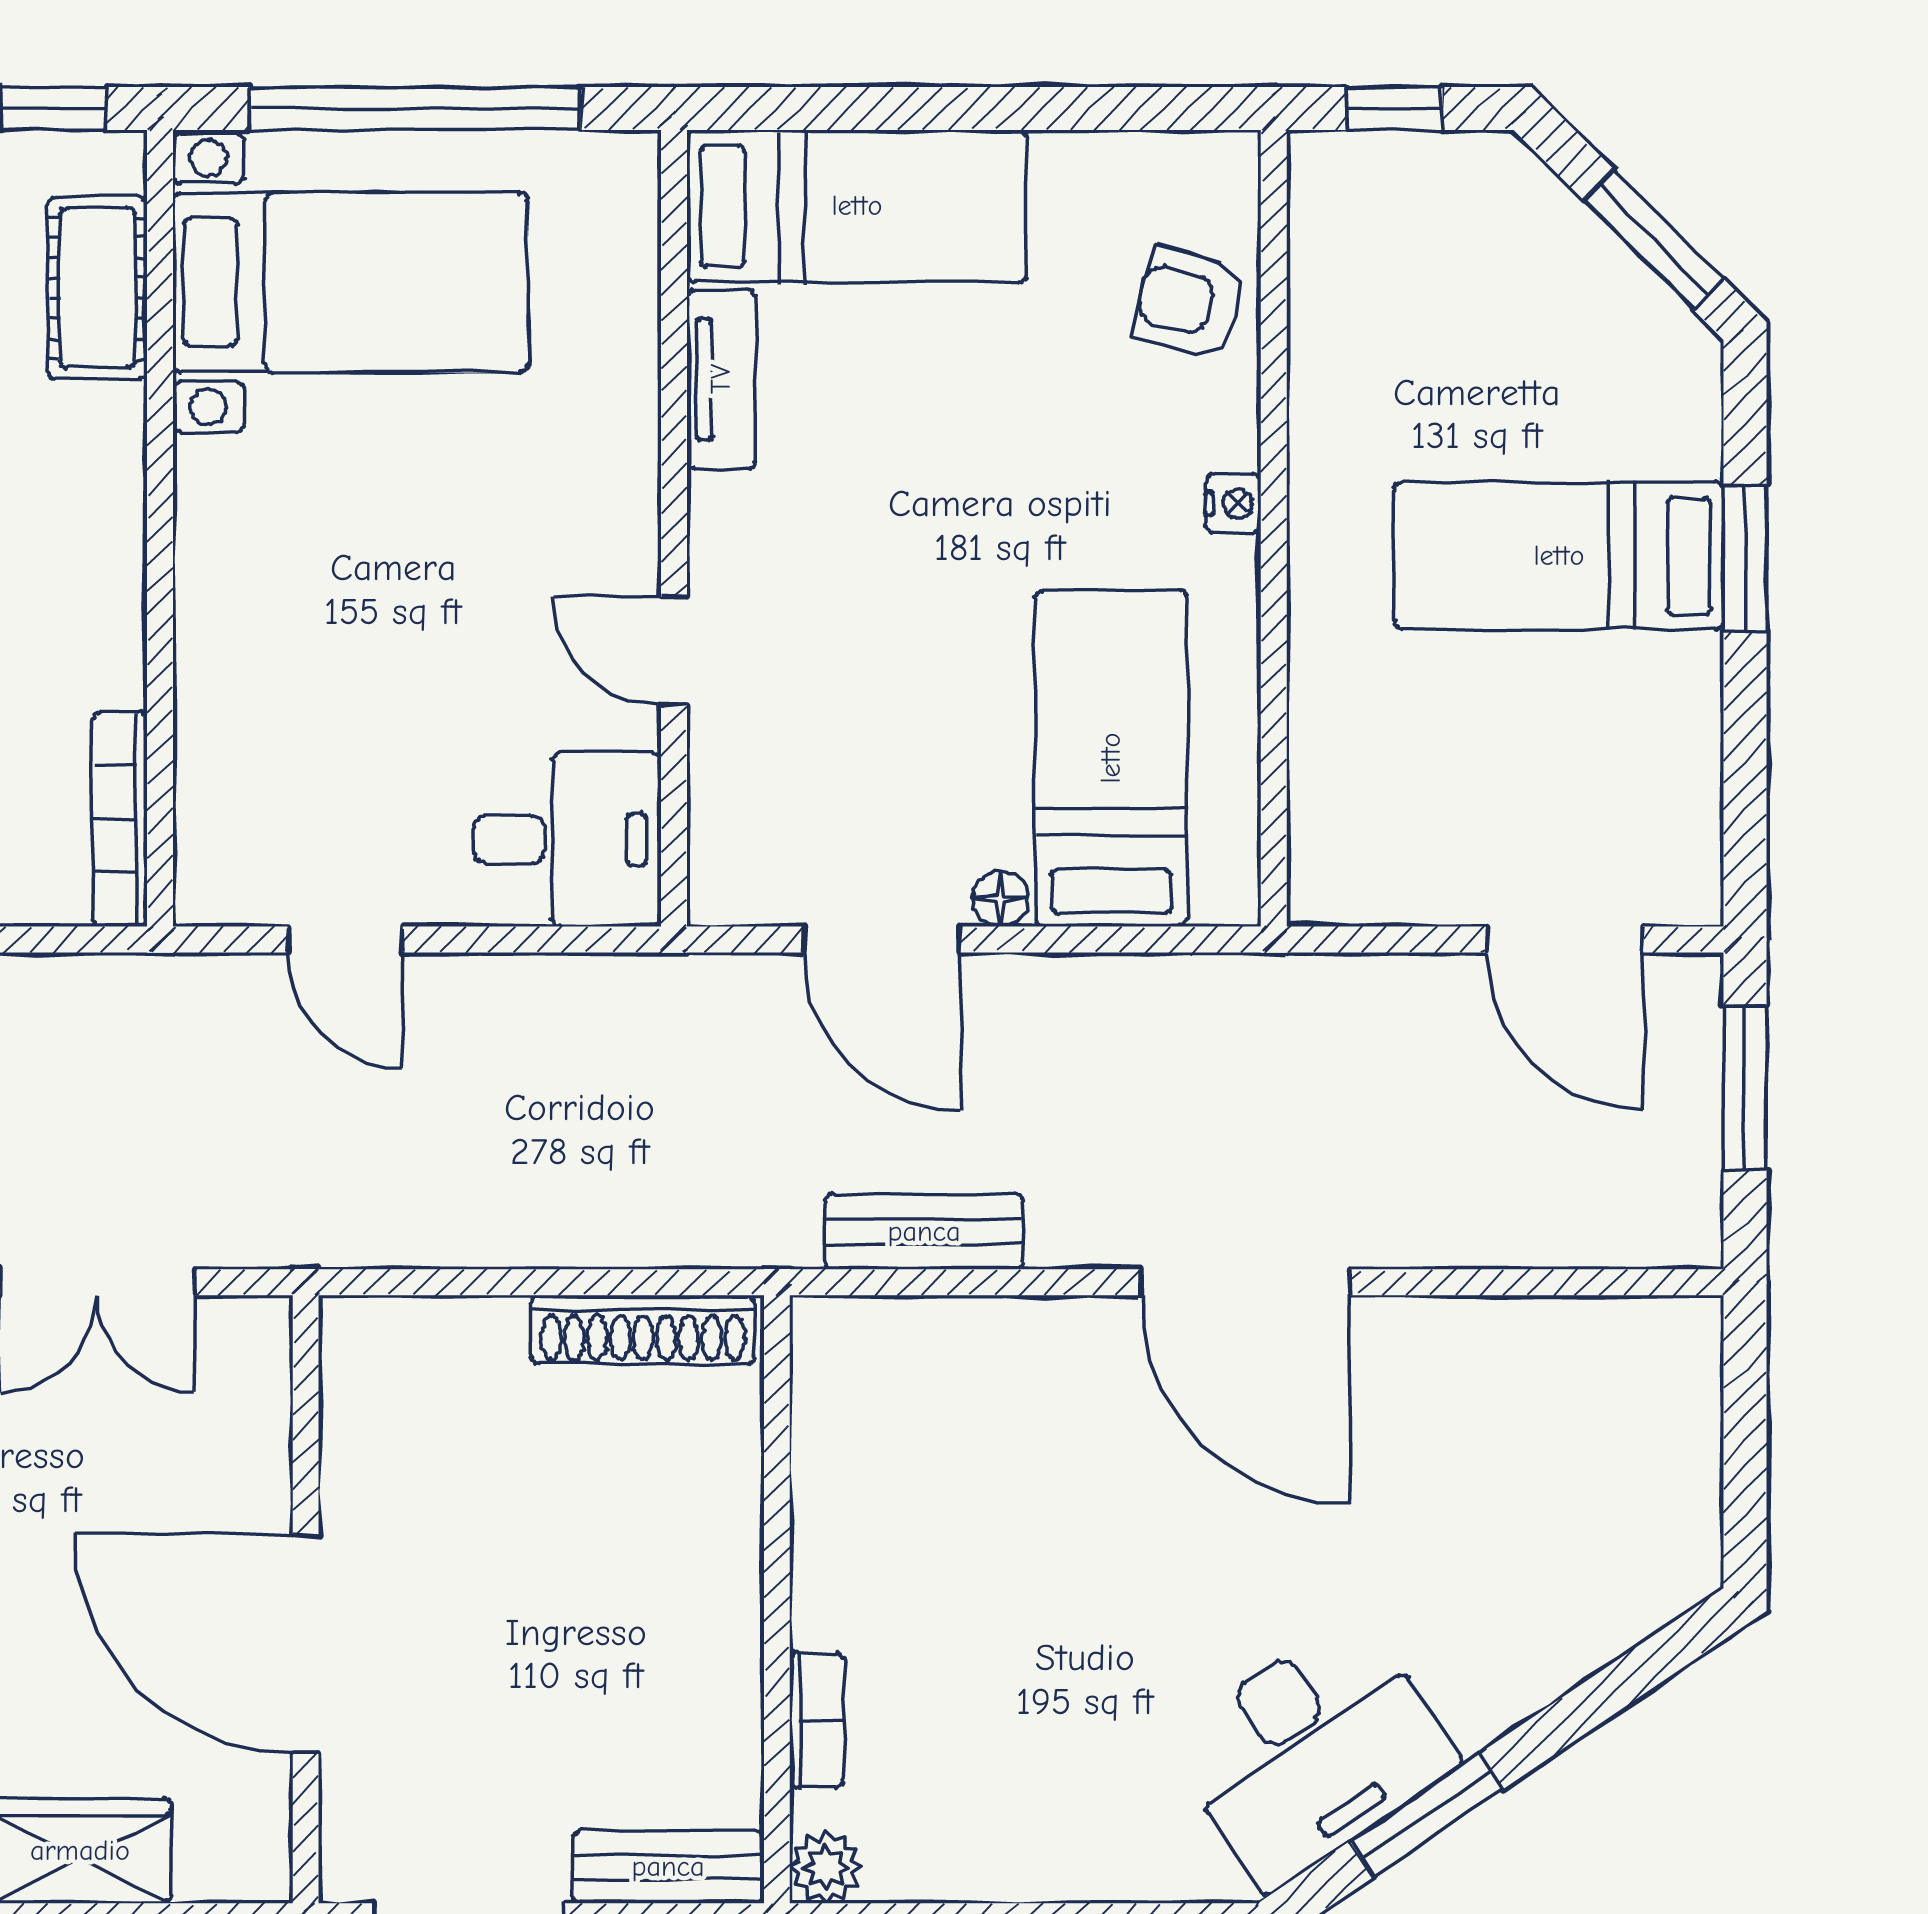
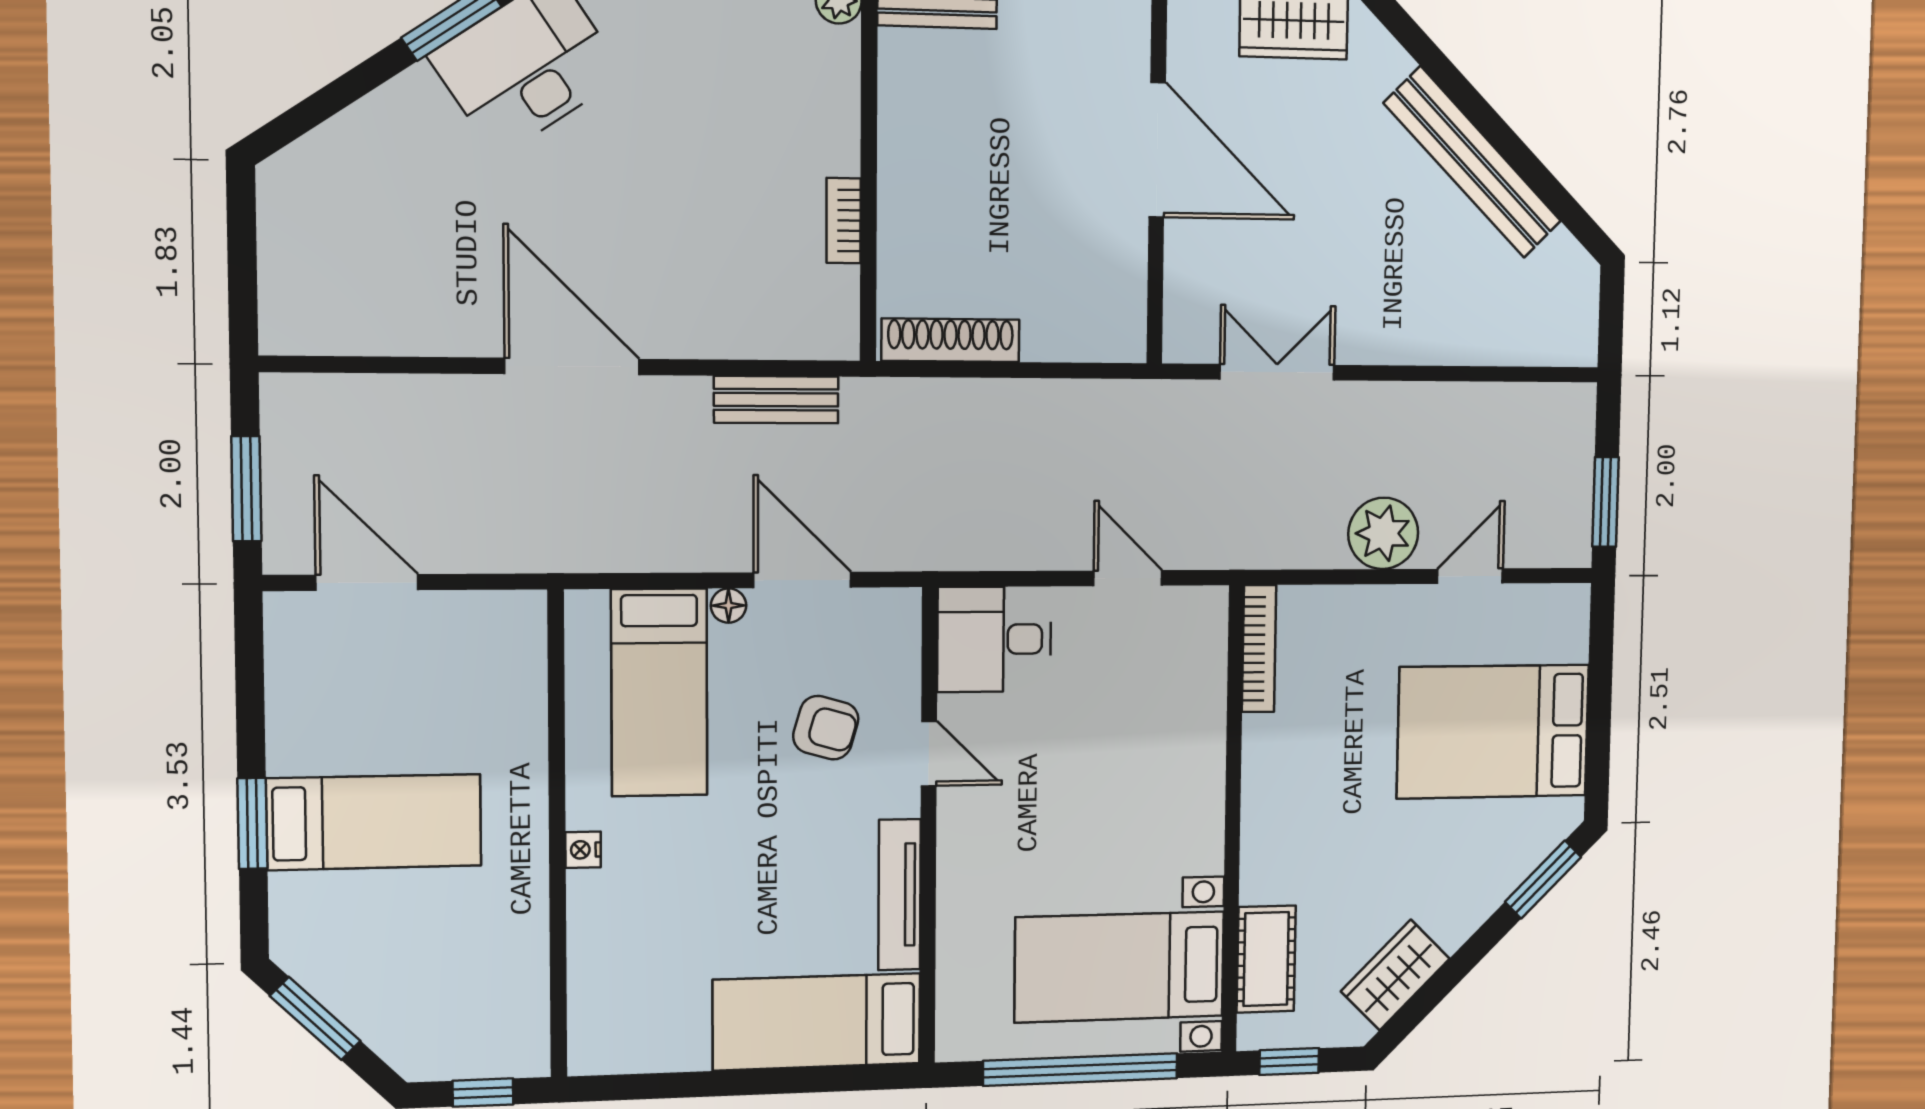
armchair: (1189, 303) -> (826, 728), moved
tv unit: (721, 379) -> (900, 895), width x1.41
bookcase: (817, 1720) -> (844, 221), moved

